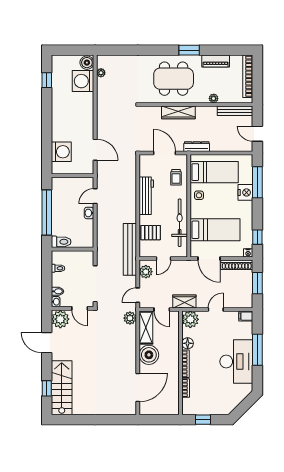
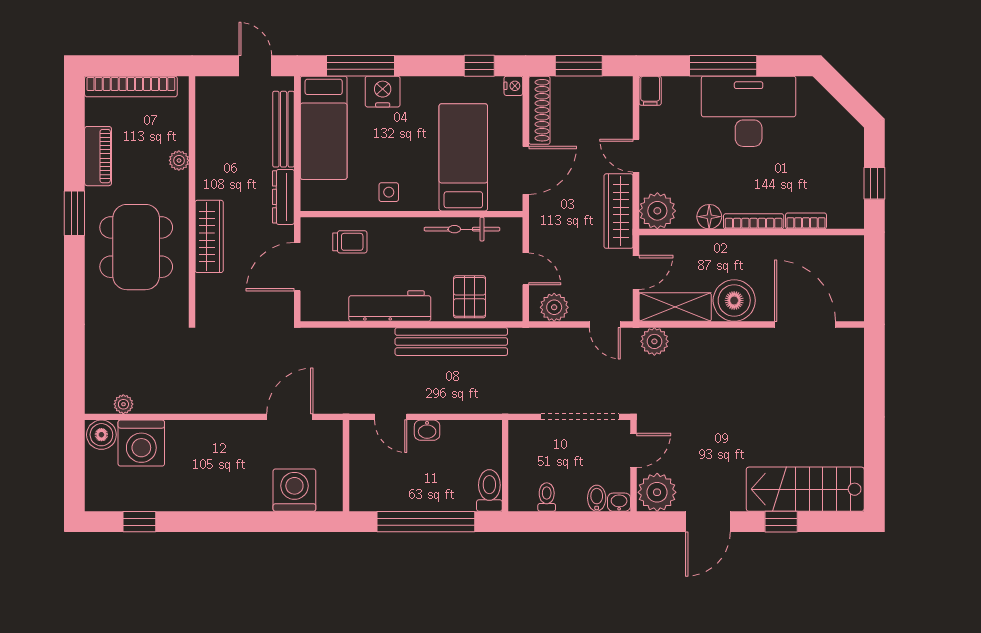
bench: (235, 111) -> (284, 129), moved
door: (257, 134) -> (255, 66), swing flipped
bed: (214, 172) -> (324, 128), moved, turned 180
bicycle: (180, 223) -> (462, 229), width x0.73, depth x0.71
bench: (130, 249) -> (451, 342), moved
wardrobe: (184, 301) -> (619, 211), width x1.50
window: (47, 388) -> (781, 522), moved

